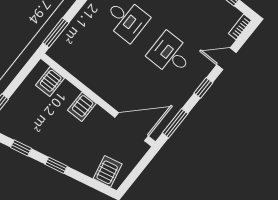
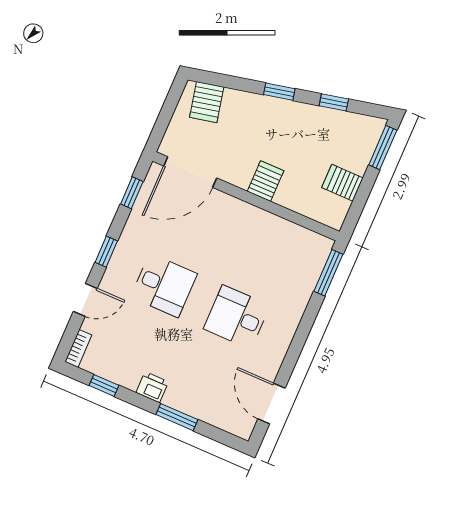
server rack: (50, 82) -> (342, 183), moved, turned -90
window: (175, 123) -> (132, 193), width x0.67

